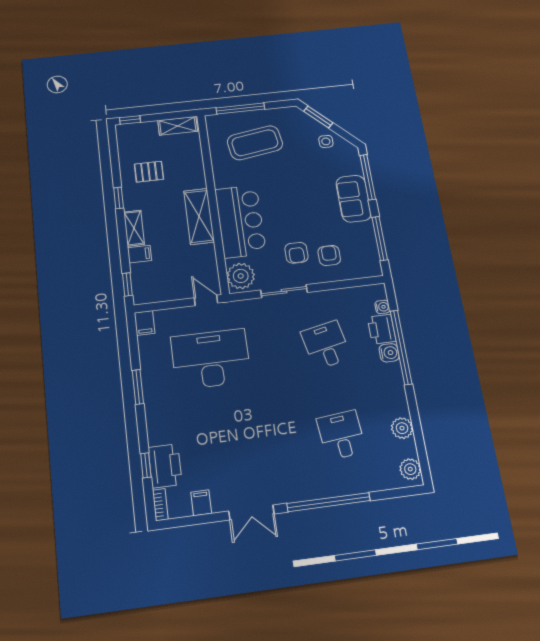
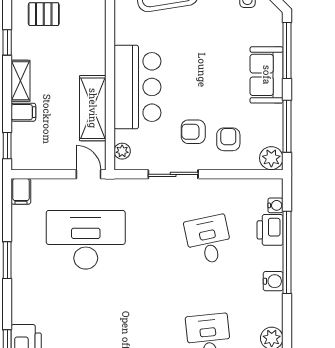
shelving: (199, 216) -> (93, 108), moved
armchair: (296, 253) -> (193, 132), turned 90
plant: (371, 267) -> (271, 158), added
plant: (241, 276) -> (122, 151), width x0.53, depth x0.53
water cooler: (389, 353) -> (273, 281), moved

